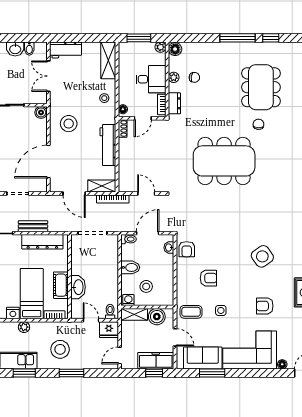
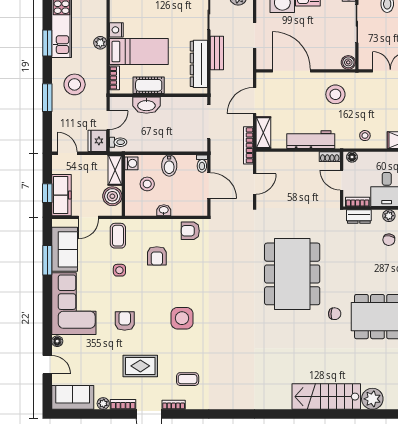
washbasin: (169, 248) -> (164, 210), moved
side table: (262, 256) -> (182, 318), turned 35

